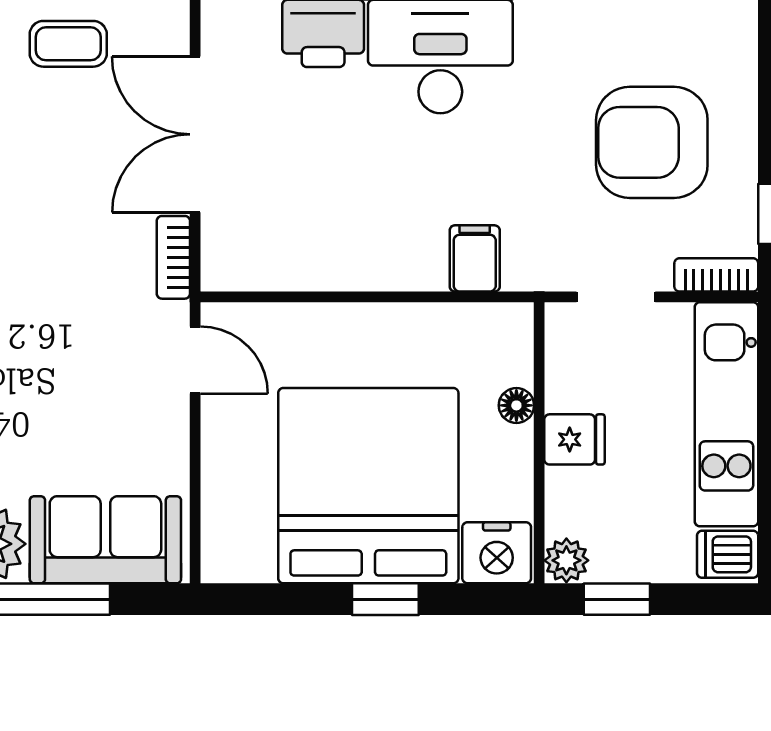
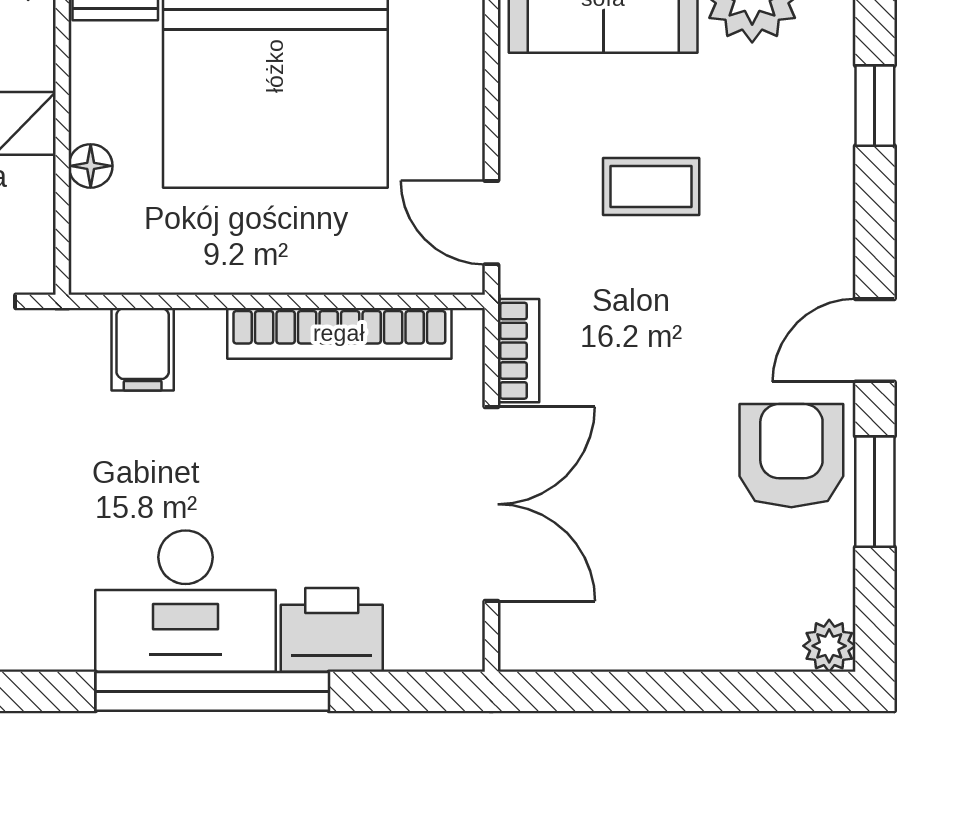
coffee table: (68, 44) -> (651, 187), moved
bookcase: (317, 271) -> (339, 333), added

